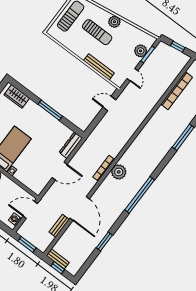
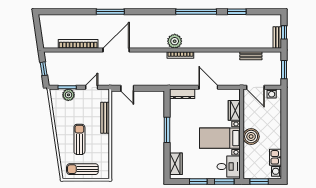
plant: (114, 22) -> (61, 132), removed
wardrobe: (24, 178) -> (234, 110), added
window: (140, 195) -> (196, 12), moved
door: (80, 209) -> (116, 50), moved

